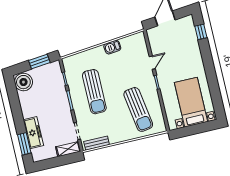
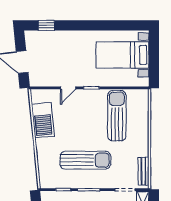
barbecue: (112, 47) -> (43, 120), width x1.88, depth x1.53
door: (152, 63) -> (68, 88), swing flipped
sun lounger: (138, 109) -> (117, 116), turned -81

